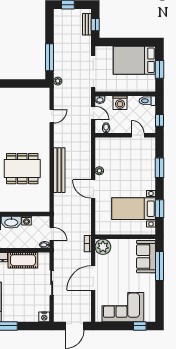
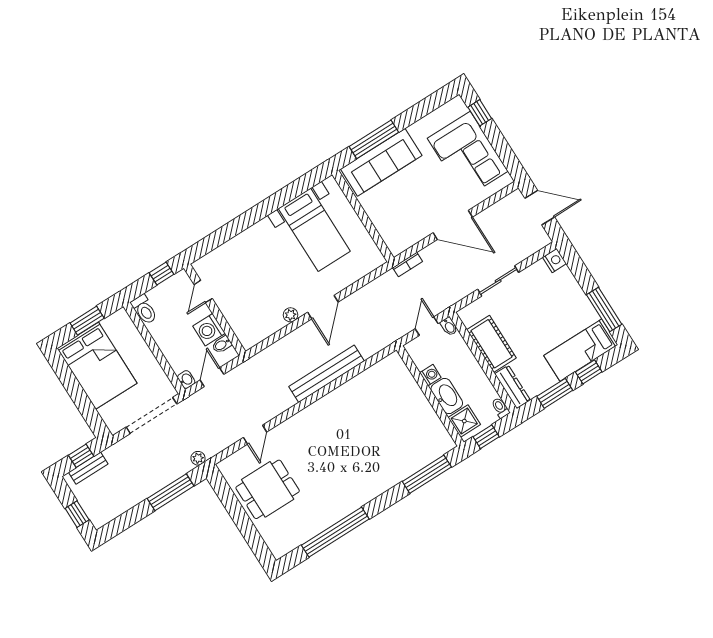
washing machine: (120, 103) -> (209, 330), moved, turned 180
door: (52, 116) -> (255, 435), swing flipped
window: (159, 168) -> (231, 230), removed
dining table: (22, 169) -> (268, 489), moved, width x0.73
window: (159, 209) -> (290, 192), removed
plant: (103, 247) -> (398, 239), removed
sofa: (146, 257) -> (381, 162), width x1.36

